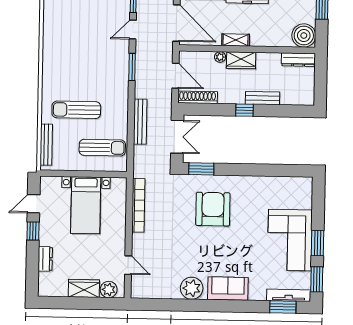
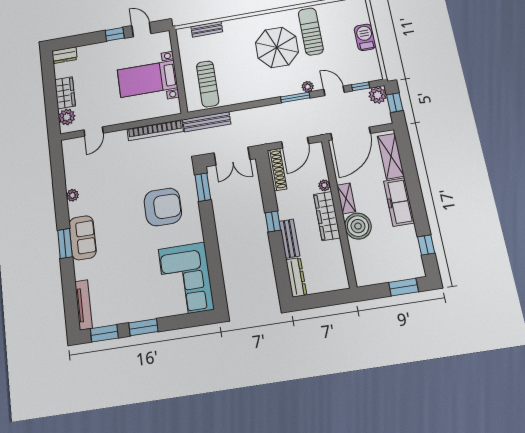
boiler: (304, 36) -> (358, 226), moved
plant: (124, 53) -> (308, 87), added
wardrobe: (241, 60) -> (327, 216), width x1.50
dresser: (298, 60) -> (296, 277), moved, turned 180
parasol: (79, 75) -> (277, 47), added
sun lounger: (76, 110) -> (311, 31), moved
bench: (140, 122) -> (207, 122), moved
bench: (46, 145) -> (207, 29), width x0.73
corner sofa: (290, 240) -> (186, 279), moved, turned -90
dresser: (45, 259) -> (64, 55), moved
plant: (192, 288) -> (72, 195), width x0.53, depth x0.53
window: (283, 307) -> (65, 243), moved

